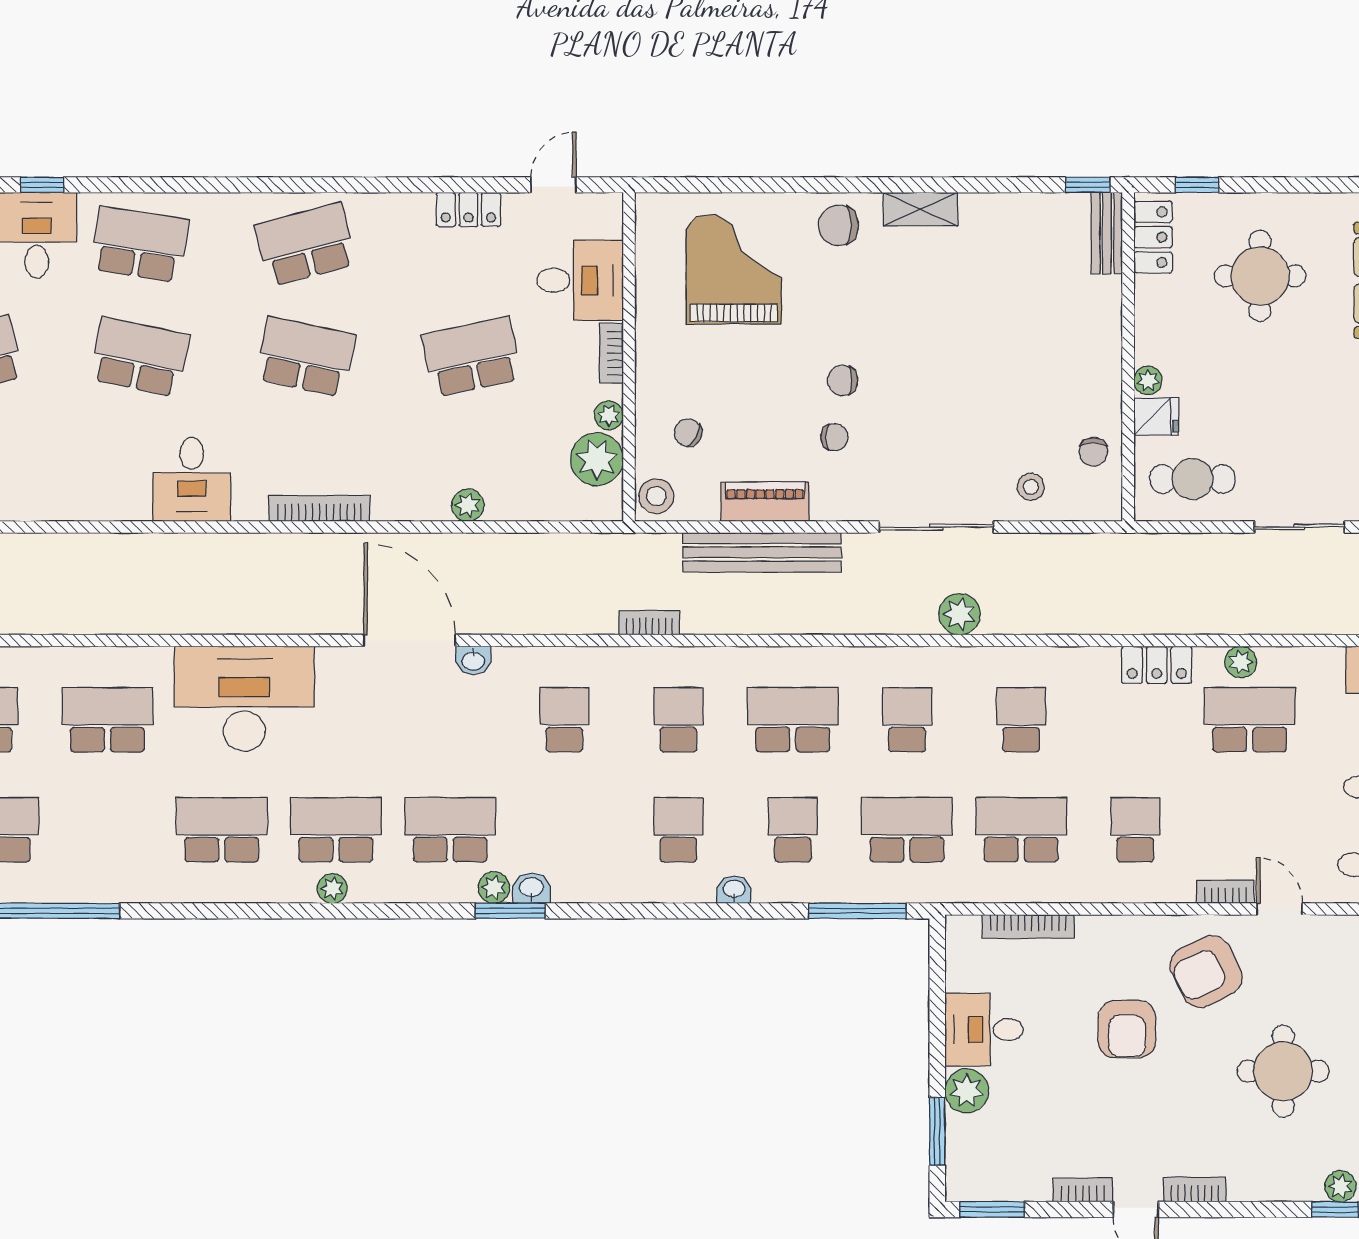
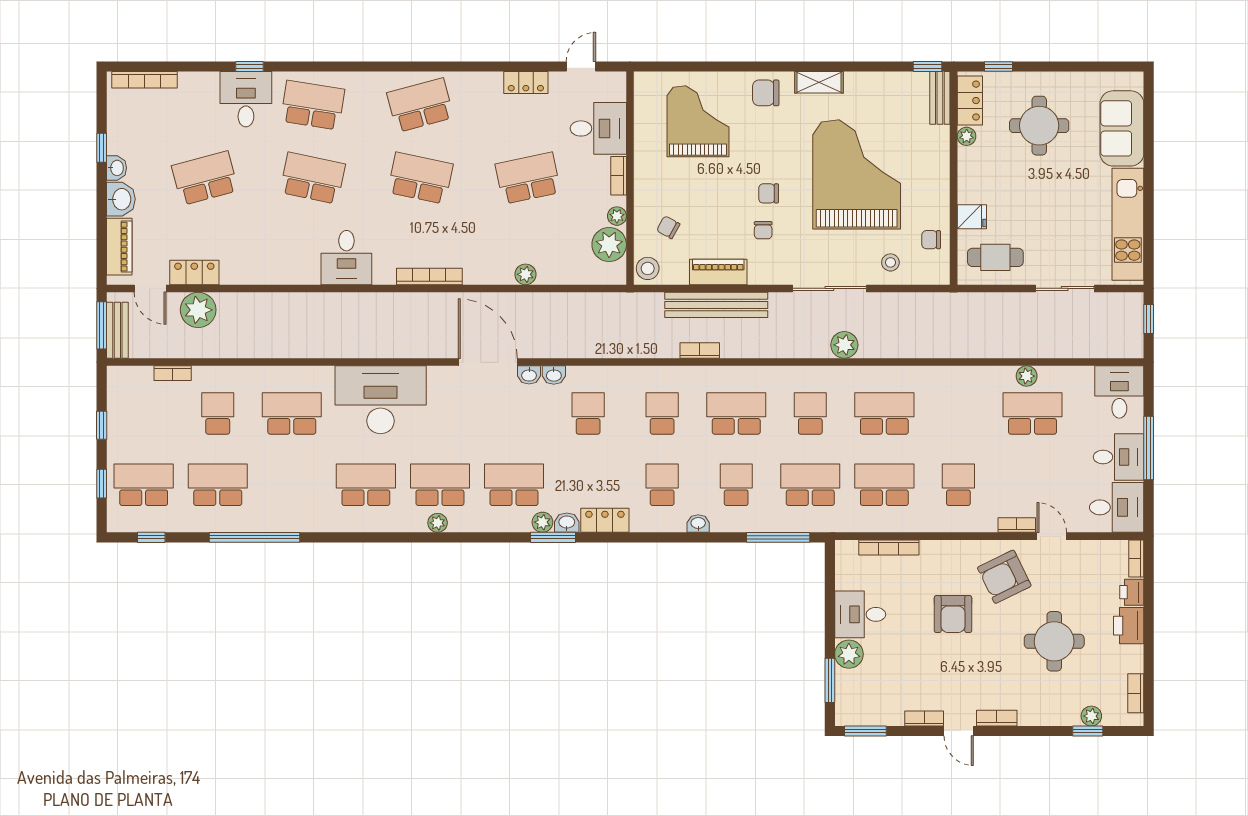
grand piano: (979, 351) -> (857, 174), added
plant: (1148, 380) -> (967, 136), moved
chair: (834, 437) -> (763, 230), turned 90
chair: (1093, 452) -> (931, 240), turned 90
bookcase: (649, 623) -> (700, 350), moved
washbasin: (512, 660) -> (554, 375), added
locker: (1157, 665) -> (605, 520), moved, turned 180
school desk: (1021, 720) -> (884, 413), width x1.85

